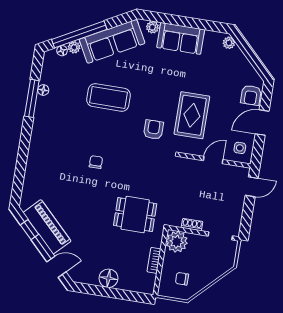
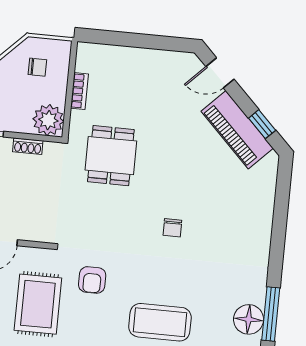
floor lamp: (43, 90) -> (249, 319), width x1.89, depth x1.89
dining table: (135, 215) -> (111, 156), turned 90
floor lamp: (108, 278) -> (144, 61), removed

